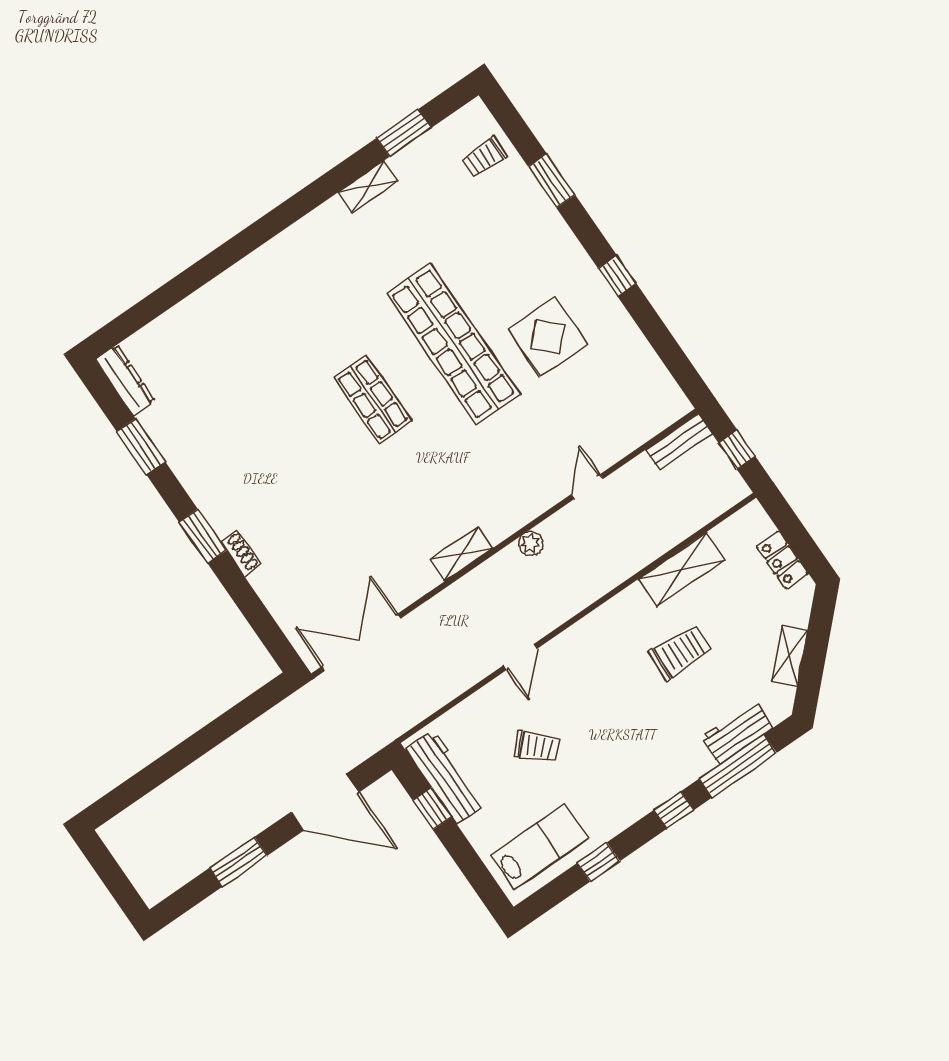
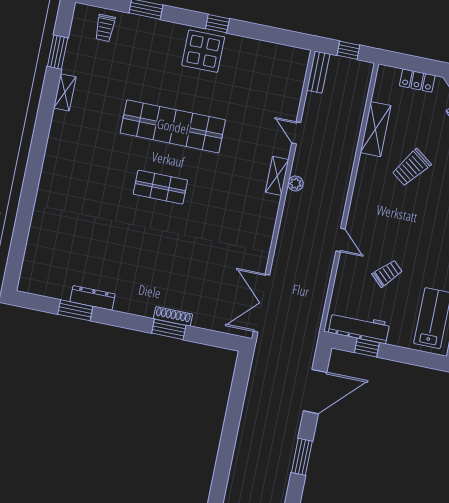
display table: (548, 337) -> (203, 51), moved
dresser: (125, 380) -> (93, 298), moved
window: (203, 536) -> (169, 329), moved
shoe rack: (241, 553) -> (173, 316), width x1.43
shelving: (461, 554) -> (277, 176), moved
trolley: (680, 652) -> (411, 168), turned -146

